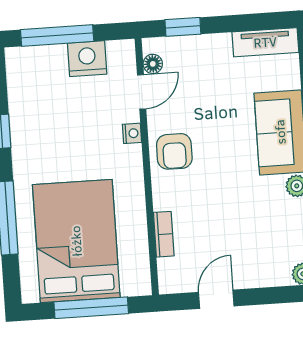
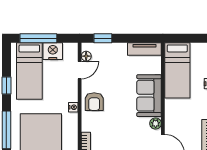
bed: (44, 100) -> (29, 71), added
nightstand: (132, 133) -> (73, 107), moved

